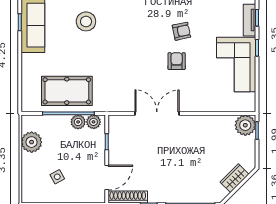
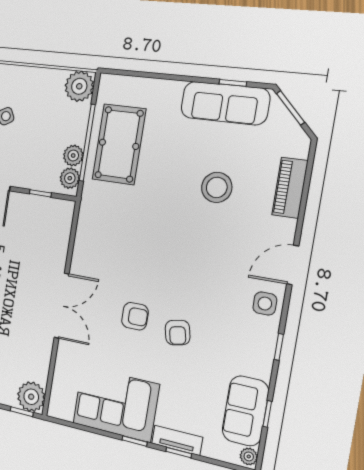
double door: (157, 113) -> (62, 306), moved
plant: (32, 142) -> (79, 86), moved

